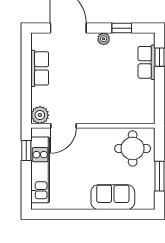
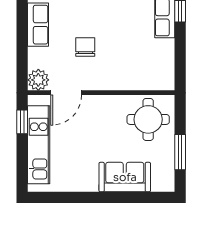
chair: (80, 87) -> (85, 47), added

